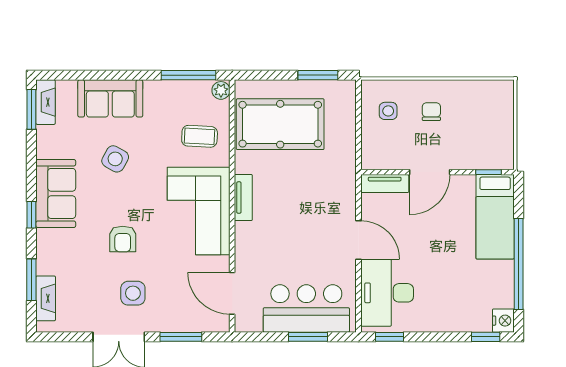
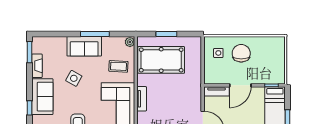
window: (189, 75) -> (95, 34), moved
window: (318, 75) -> (166, 34), moved
sofa: (110, 98) -> (84, 46), moved
fireplace: (46, 102) -> (37, 66), moved
chair: (431, 112) -> (241, 53), width x1.87, depth x1.87

